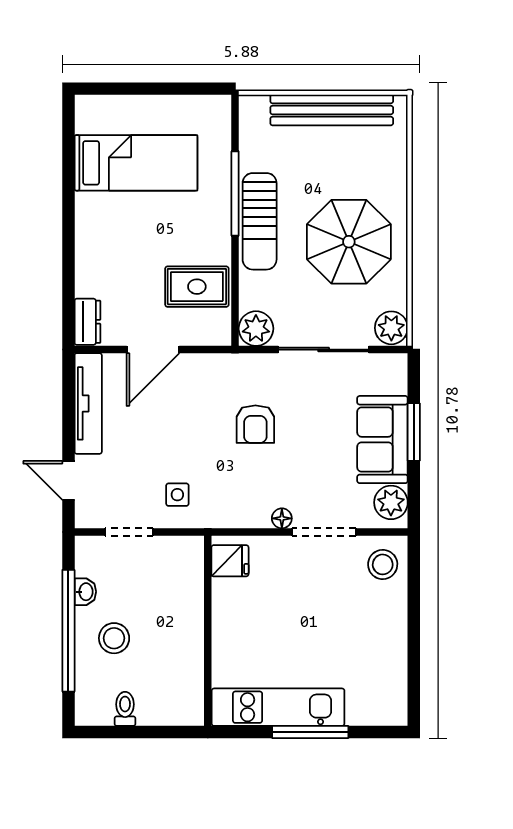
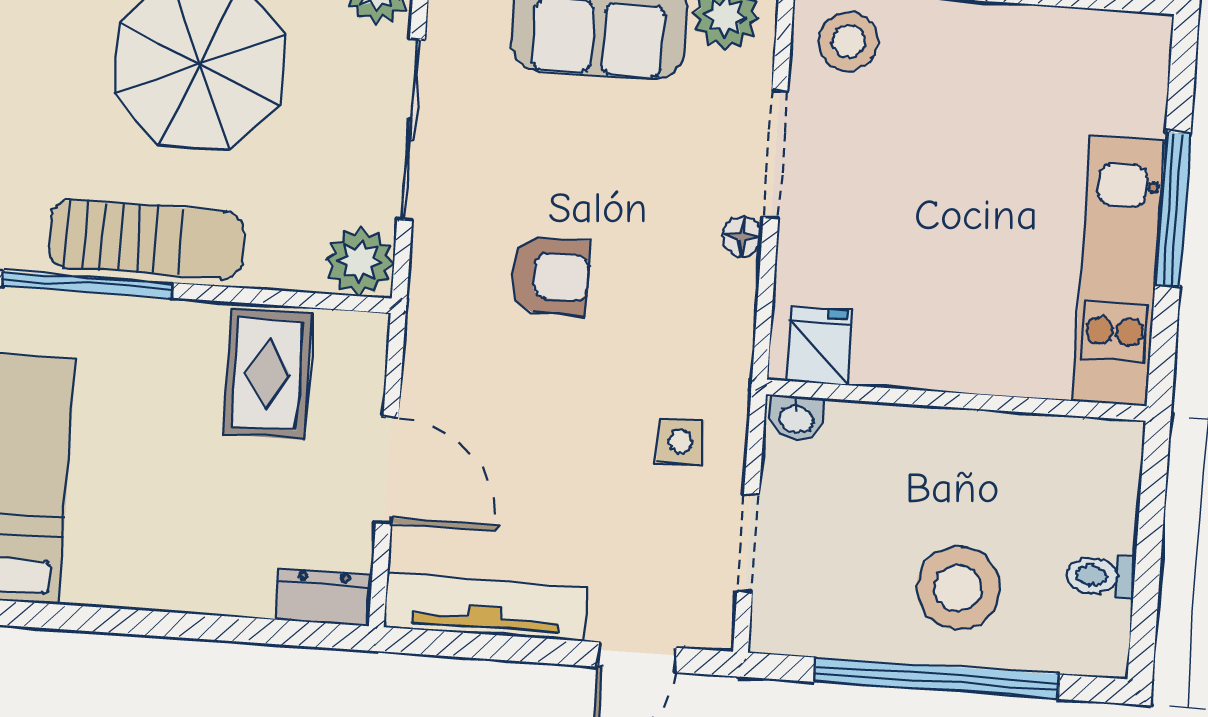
washbasin: (85, 592) -> (796, 418), moved, turned 180
stool: (114, 638) -> (958, 588), width x1.38, depth x1.38

